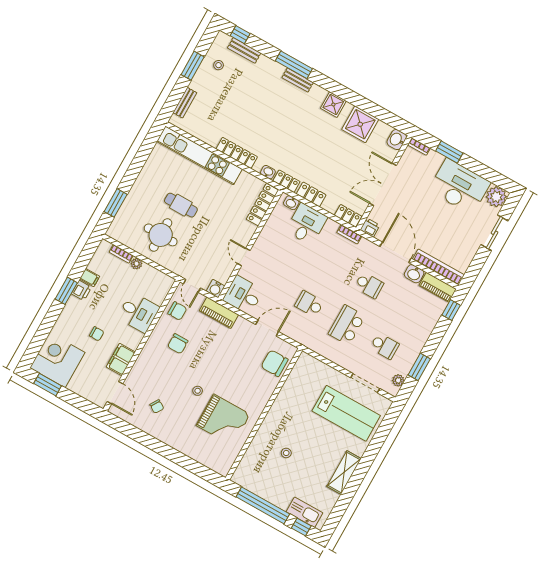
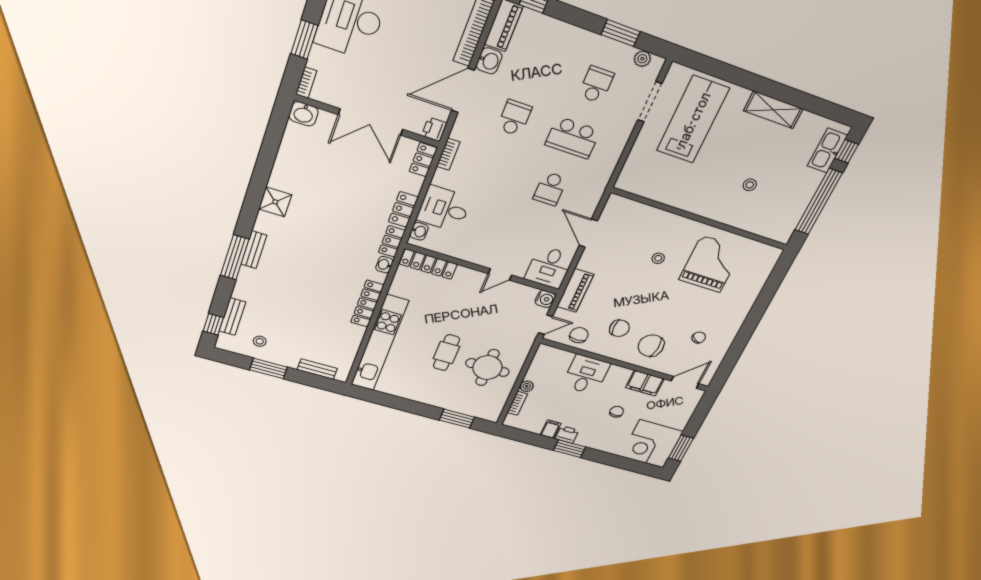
shower: (360, 124) -> (294, 164), removed
chair: (274, 363) -> (651, 346), moved, turned 95
stool: (198, 391) -> (658, 258), moved

